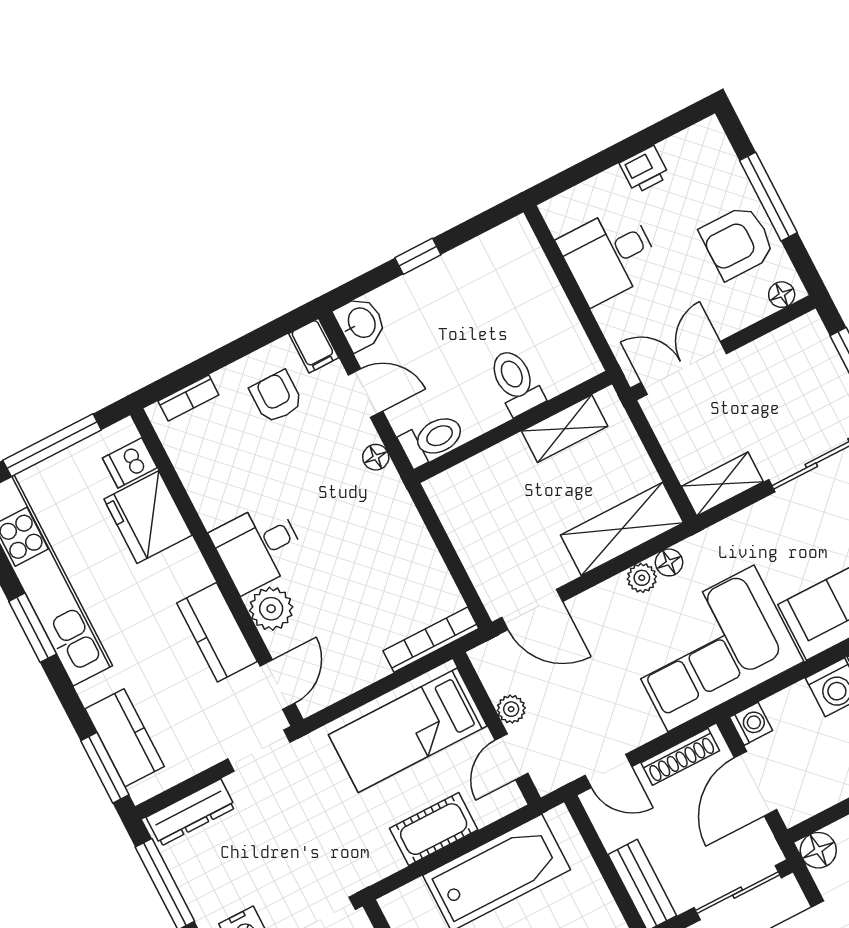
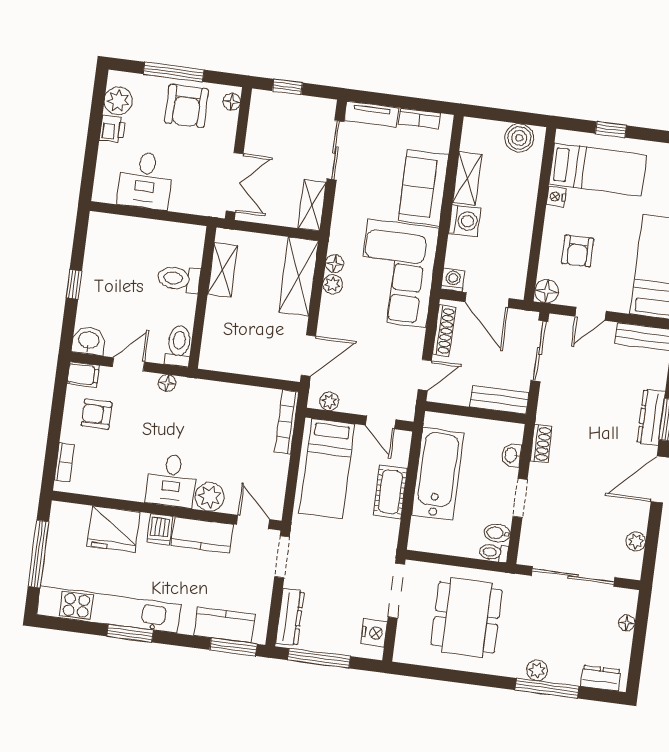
plant: (685, 153) -> (118, 101), added
double door: (684, 368) -> (235, 182), swing flipped
dishwasher: (130, 463) -> (160, 529), moved
plant: (511, 709) -> (329, 401), moved

